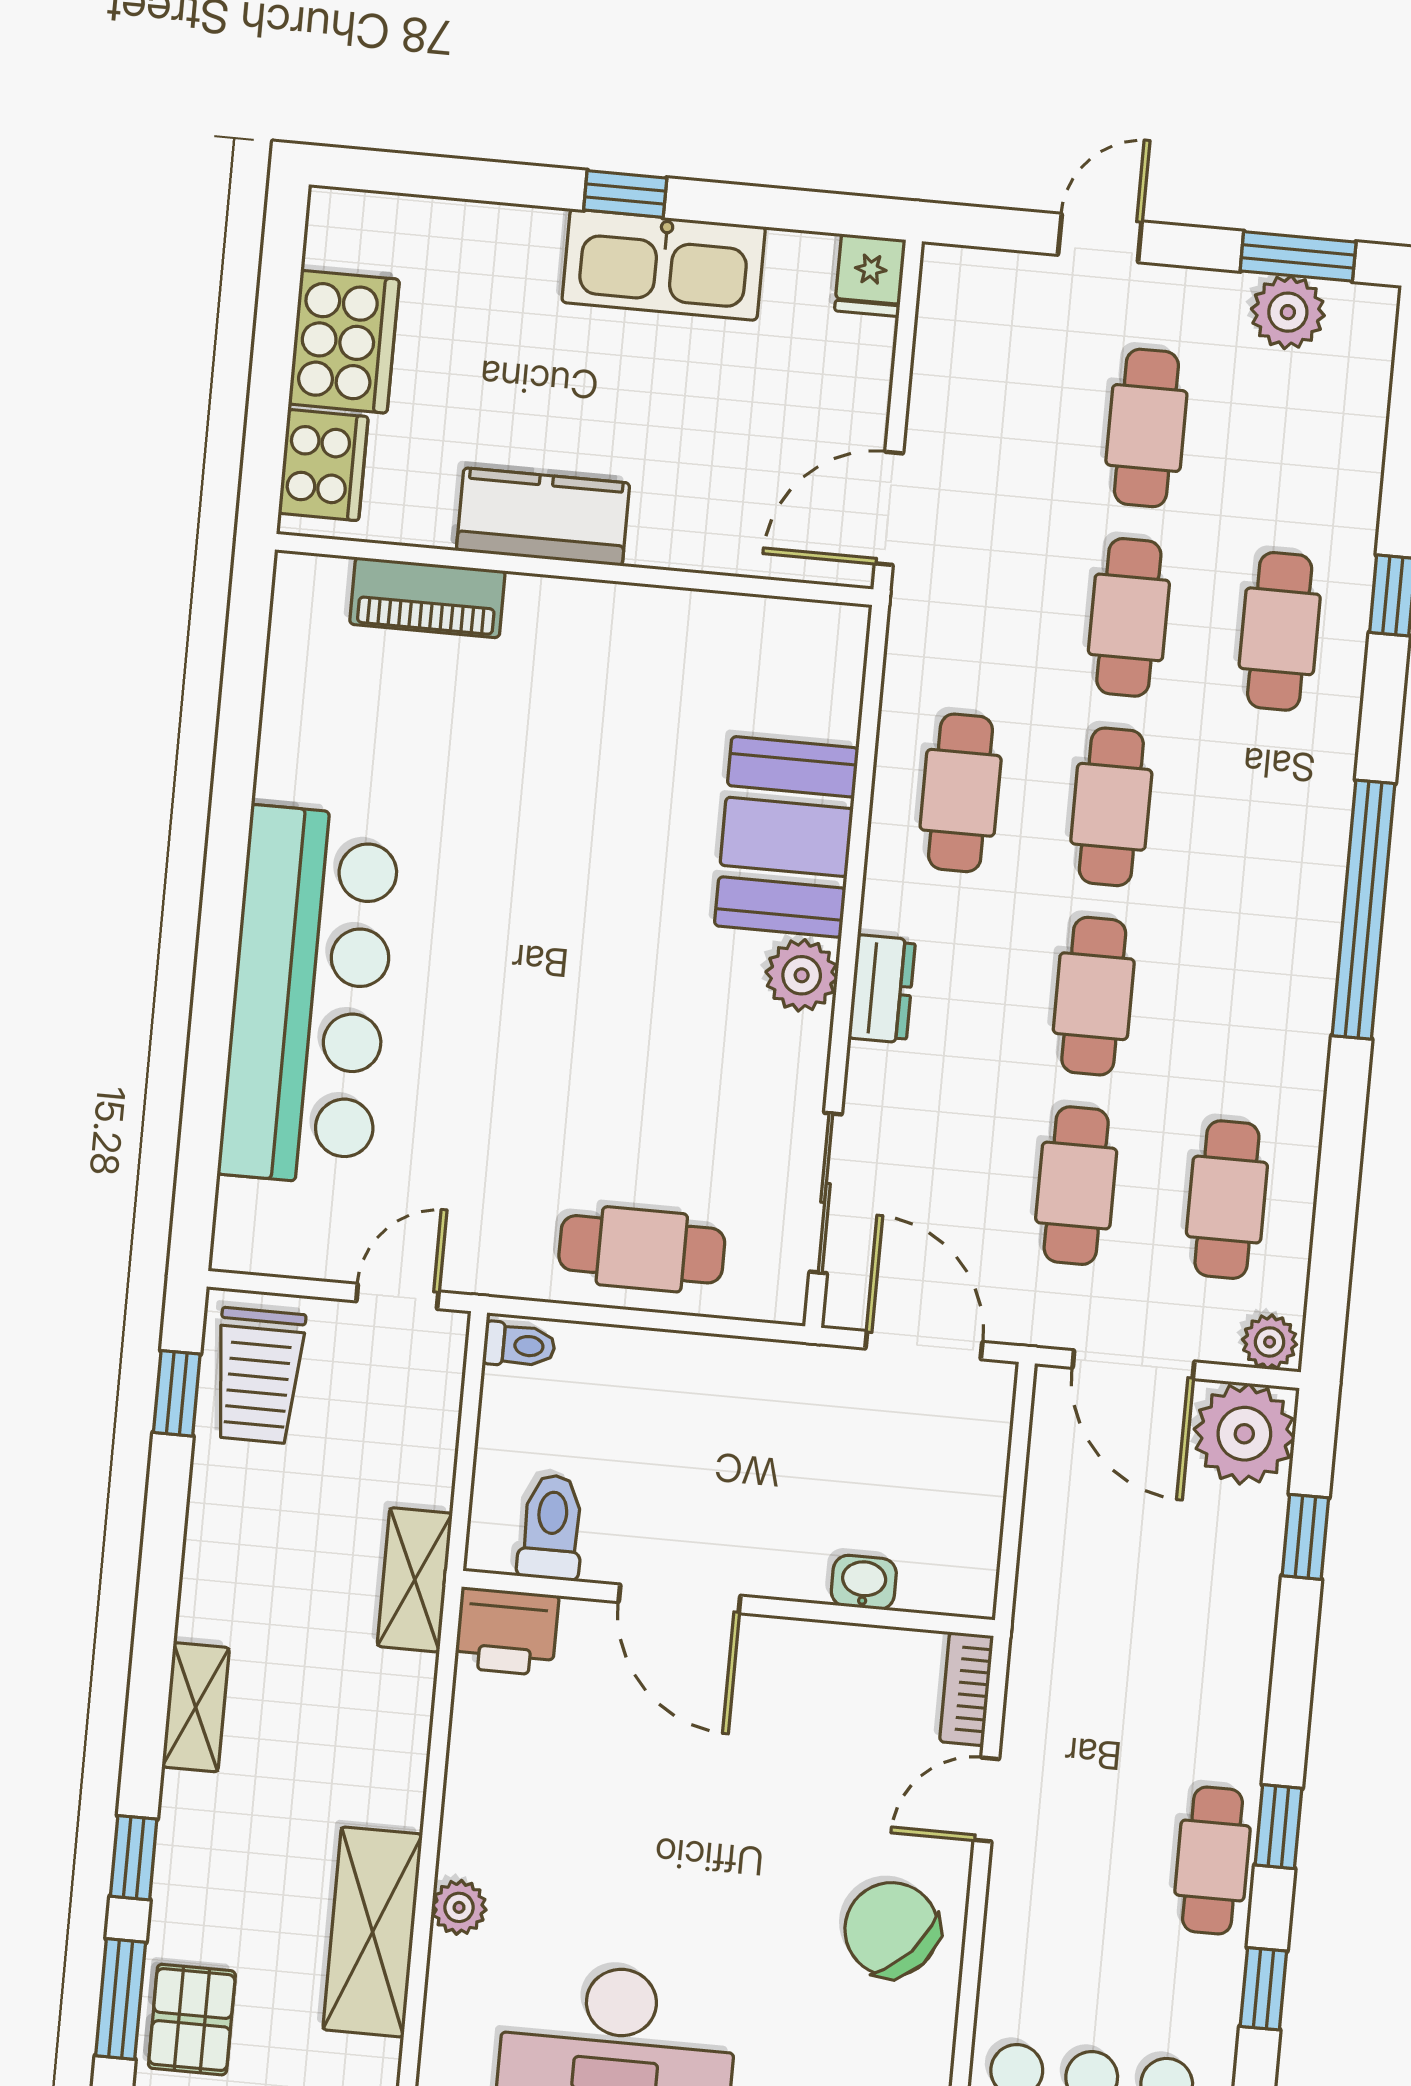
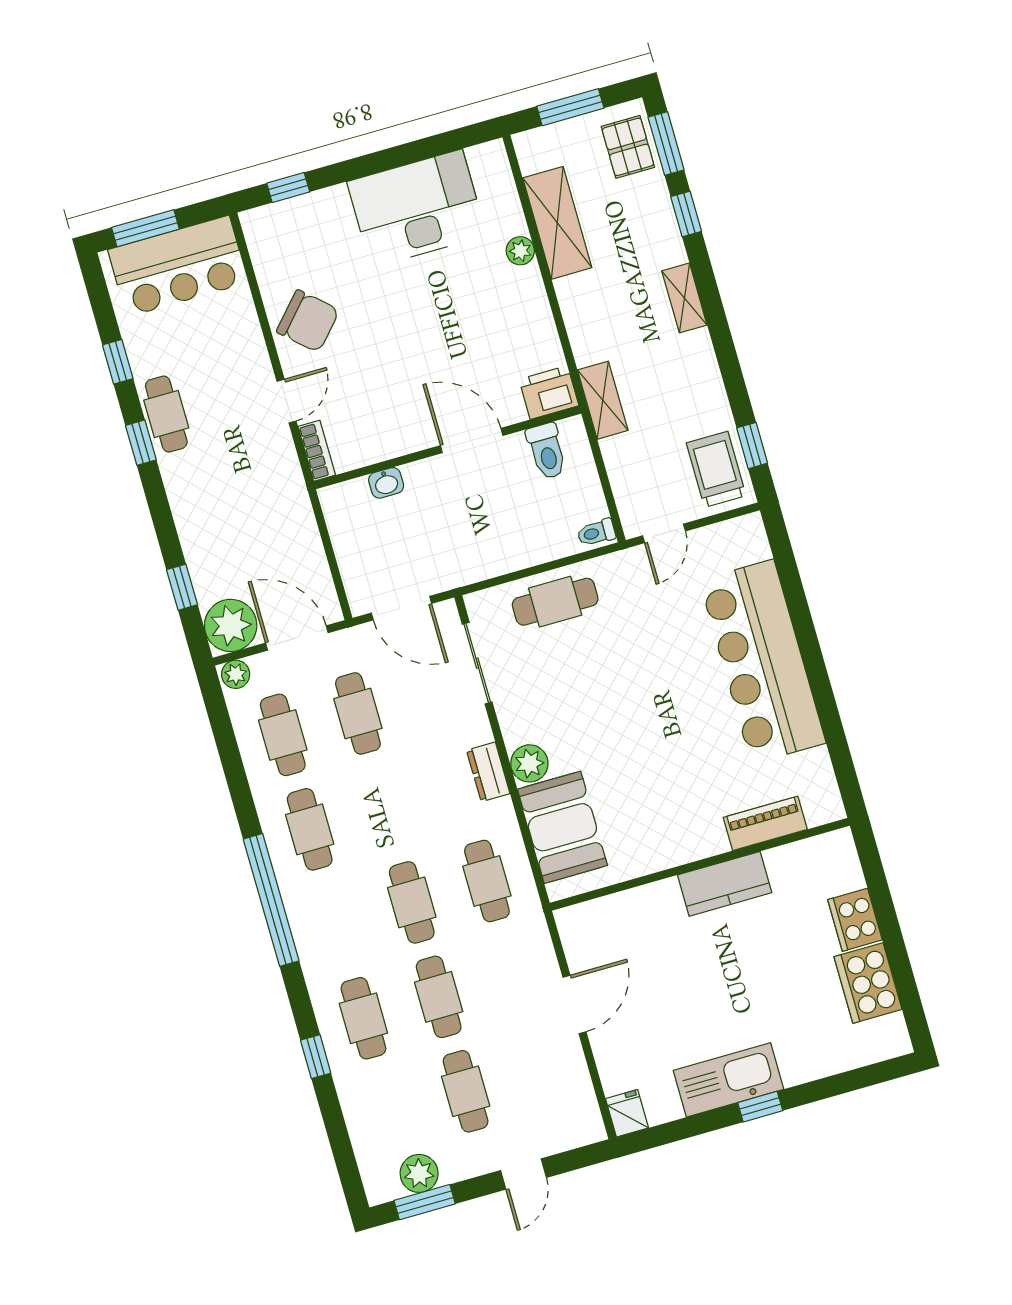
kitchen counter: (543, 517) -> (725, 884), moved
wall: (574, 569) -> (700, 864), moved
piano: (427, 598) -> (765, 823), moved
cafe table: (1094, 996) -> (310, 829), moved

